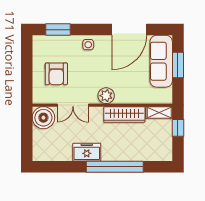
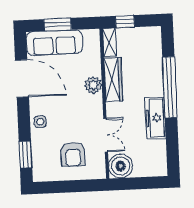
armchair: (56, 74) -> (73, 154), turned 90
plant: (106, 96) -> (93, 85), moved
freezer: (87, 152) -> (155, 118), width x1.40

